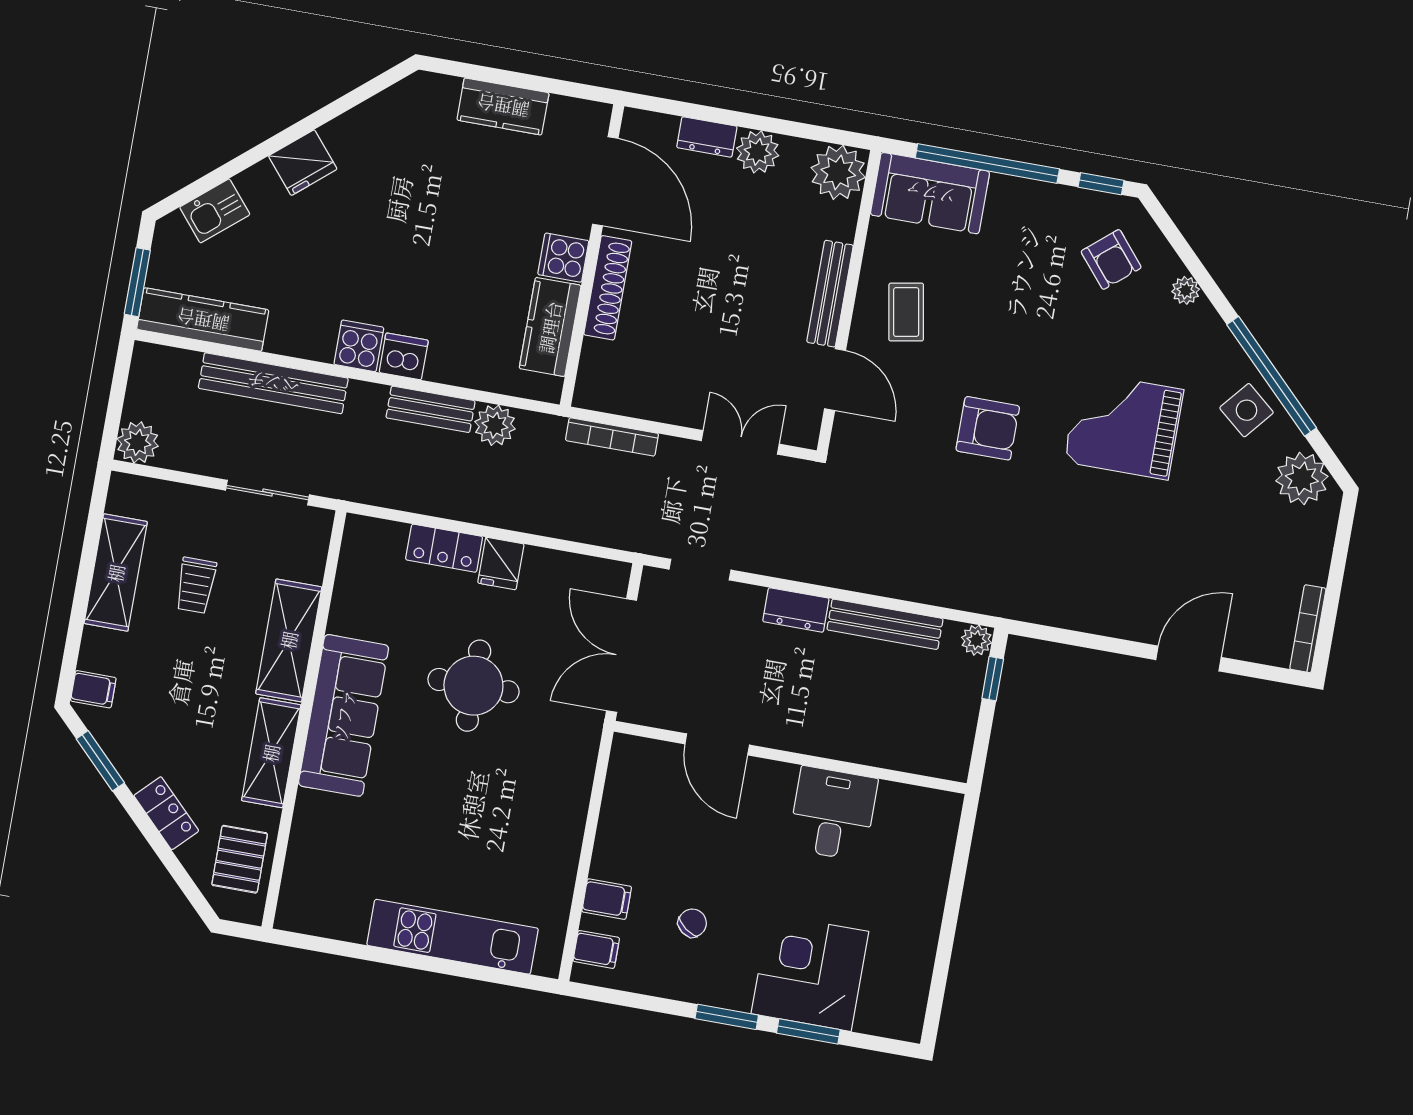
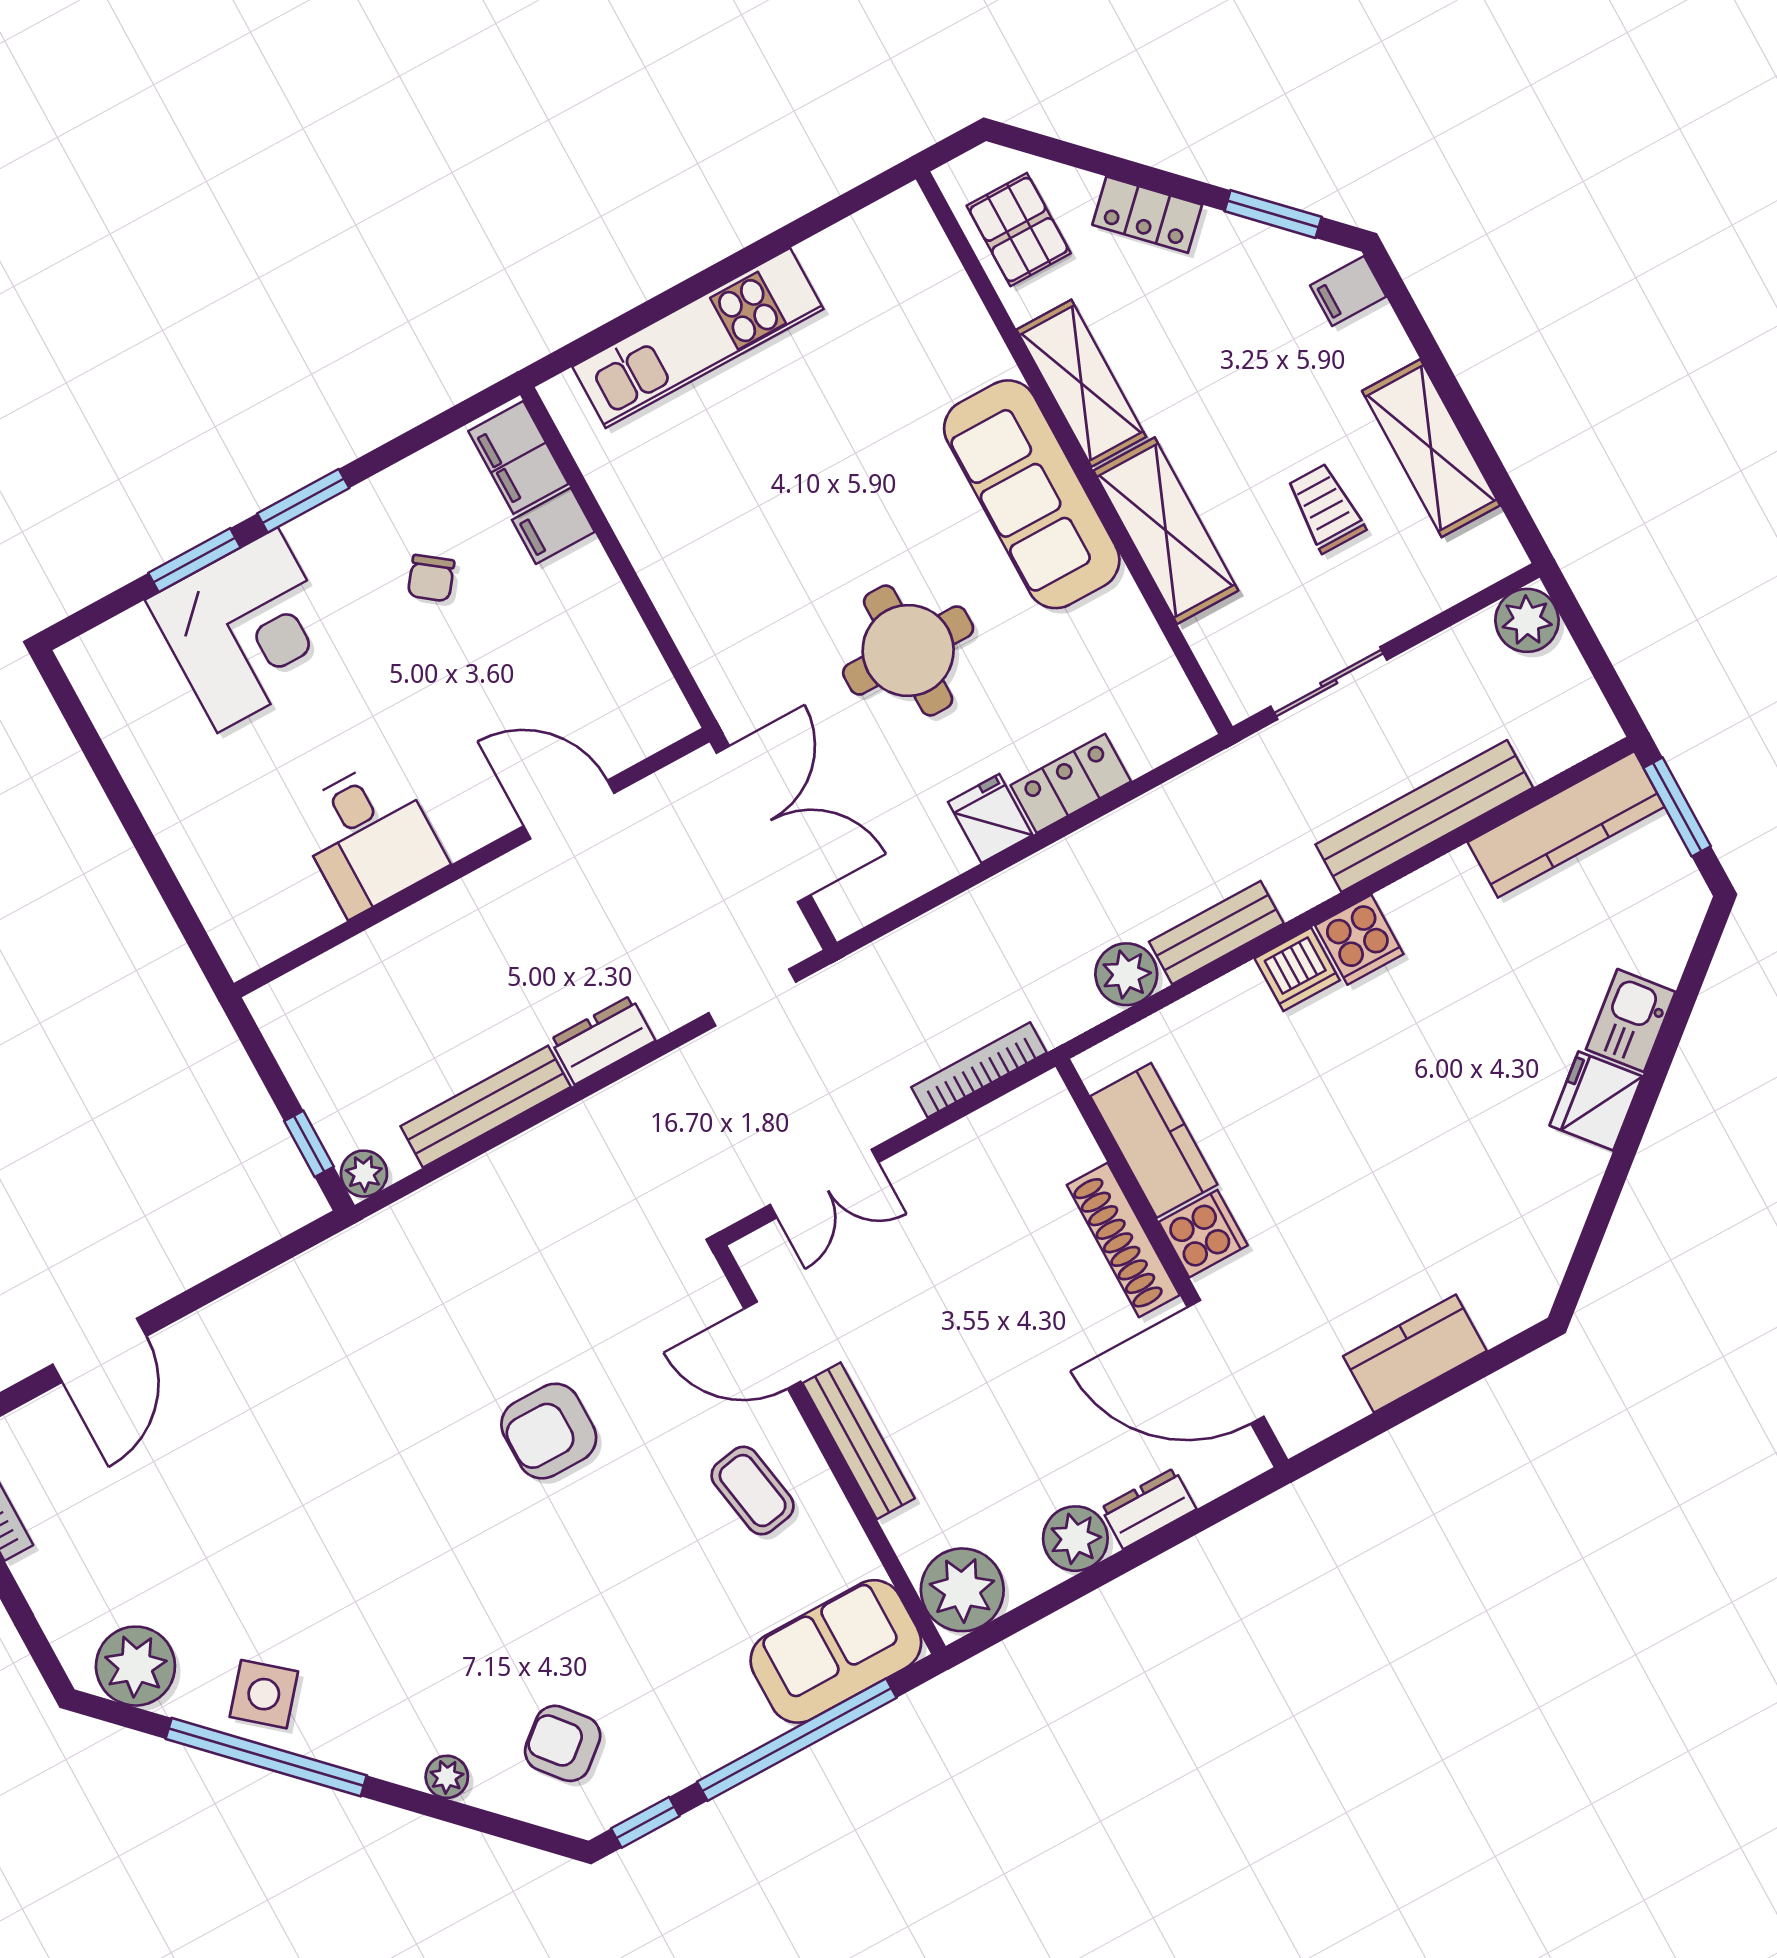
kitchen sink: (215, 211) -> (1631, 1021), moved
grand piano: (1124, 426) -> (393, 1561), removed
filing cabinet: (596, 949) -> (518, 457), width x2.00

